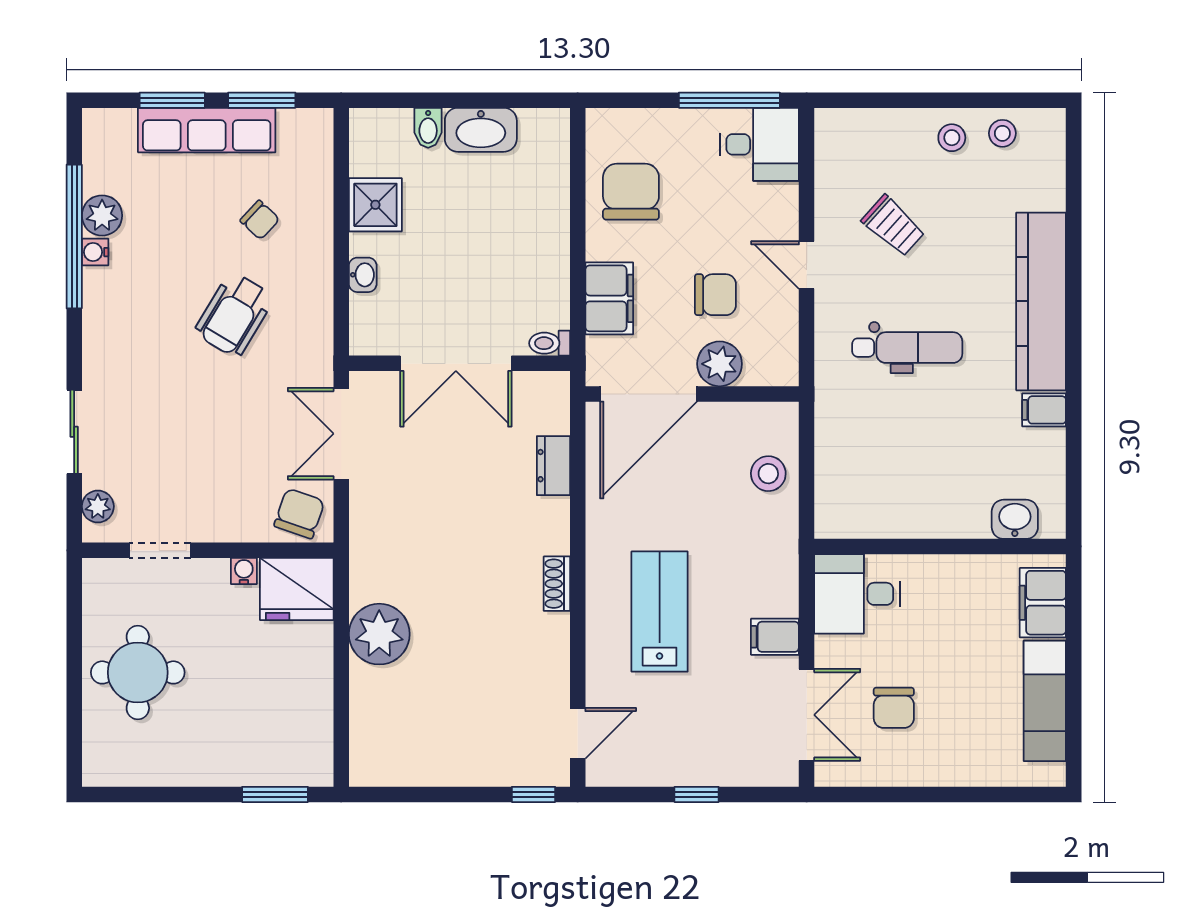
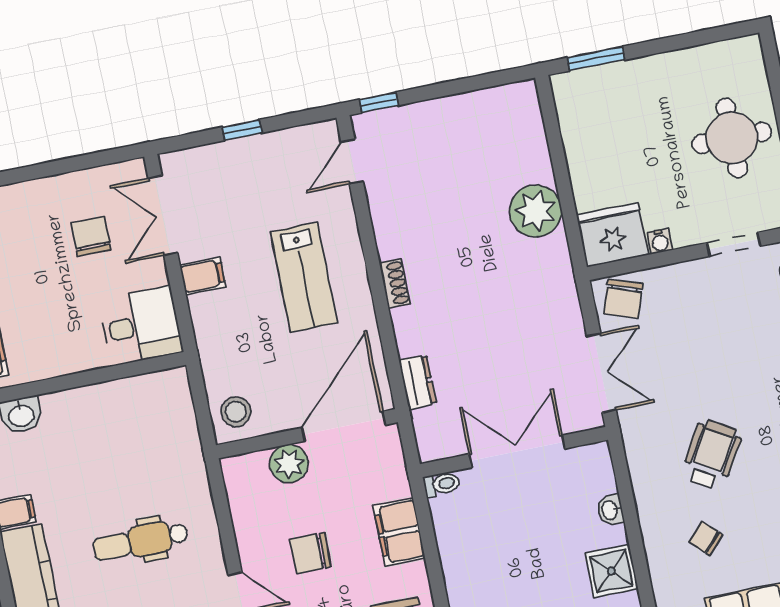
plant: (720, 364) -> (289, 464), moved
door: (649, 394) -> (344, 426), moved
wall: (692, 394) -> (307, 434), moved

